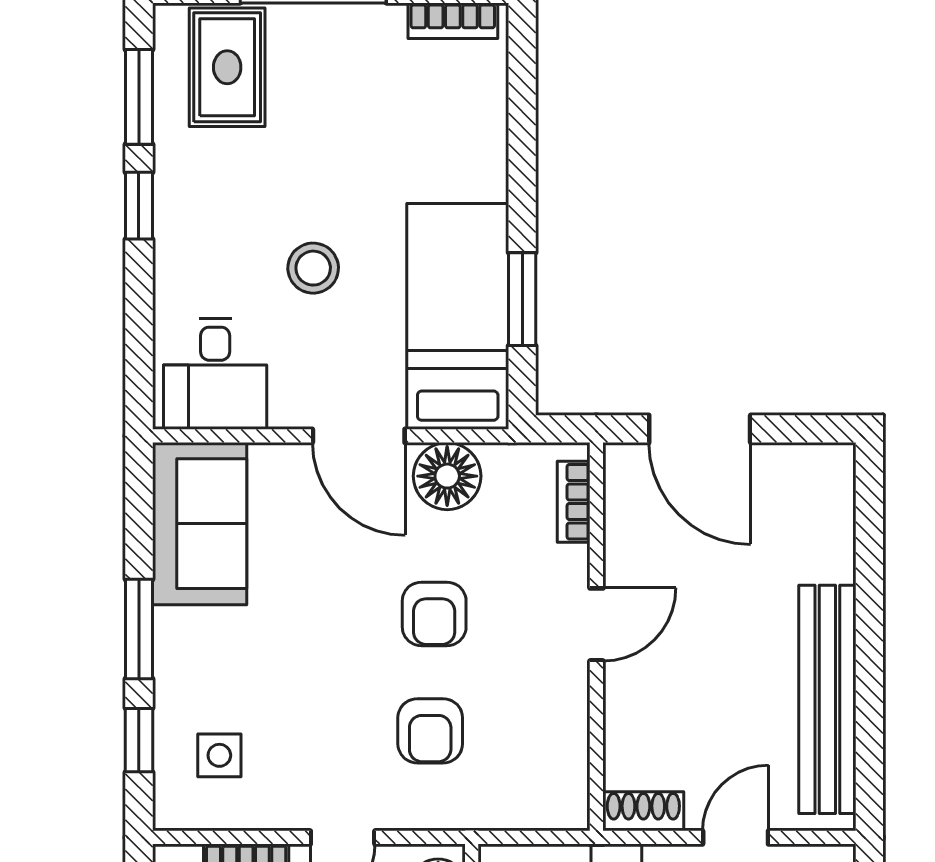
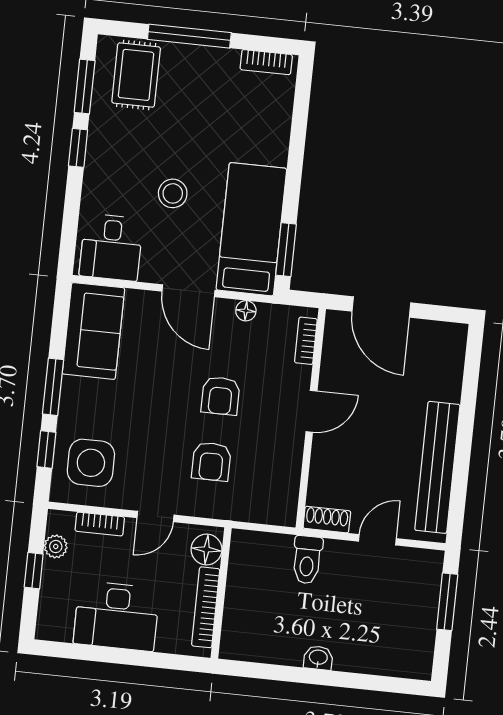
window: (522, 299) -> (286, 250), moved
floor lamp: (447, 476) -> (246, 311), width x0.53, depth x0.53
side table: (219, 755) -> (91, 463), width x1.87, depth x1.87

